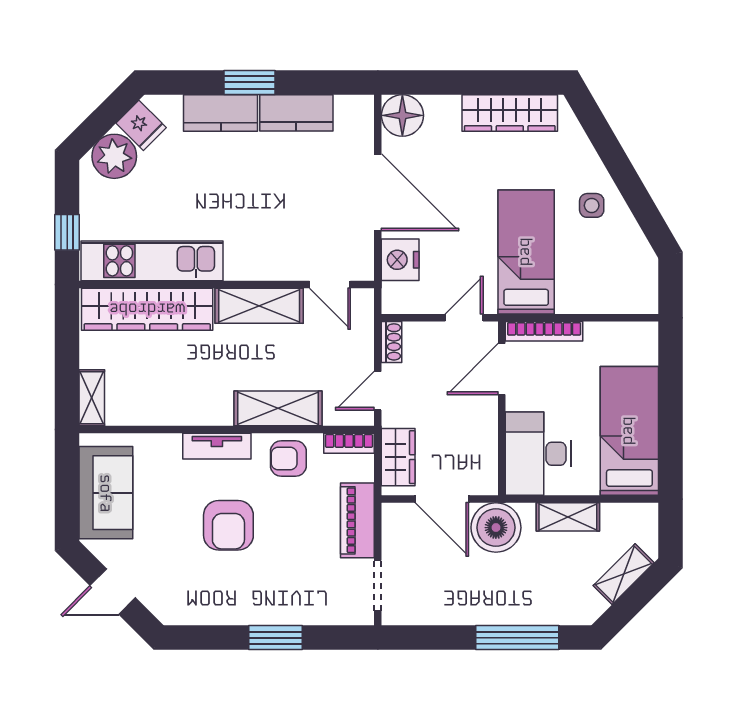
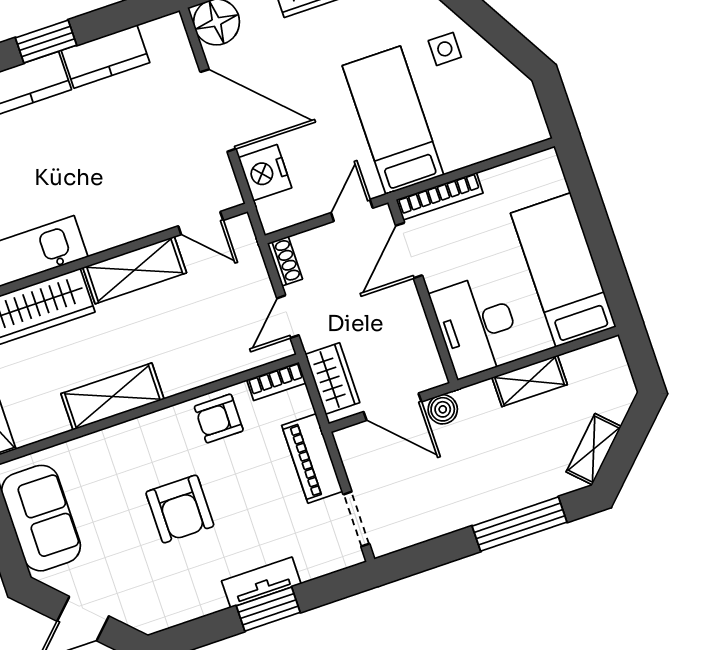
shelving: (278, 408) -> (112, 396), moved
tv unit: (217, 446) -> (261, 582), moved, turned 180
boiler: (496, 528) -> (443, 409), width x0.54, depth x0.54
shelving: (624, 574) -> (594, 449), moved

